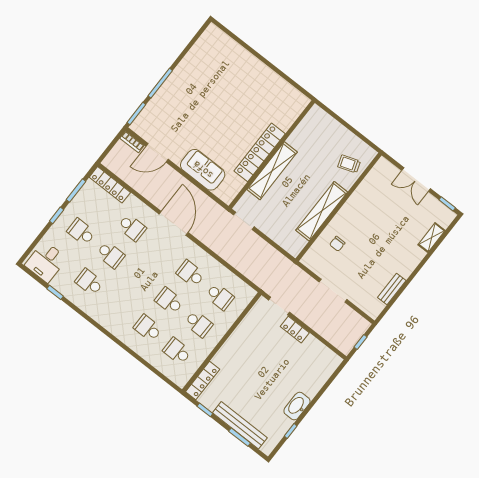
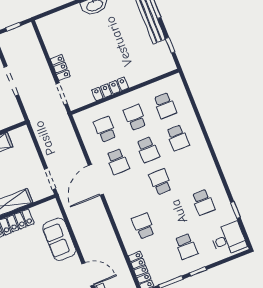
door: (174, 223) -> (96, 180), moved
school desk: (111, 255) -> (160, 182), moved
locker: (203, 380) -> (110, 89), moved

